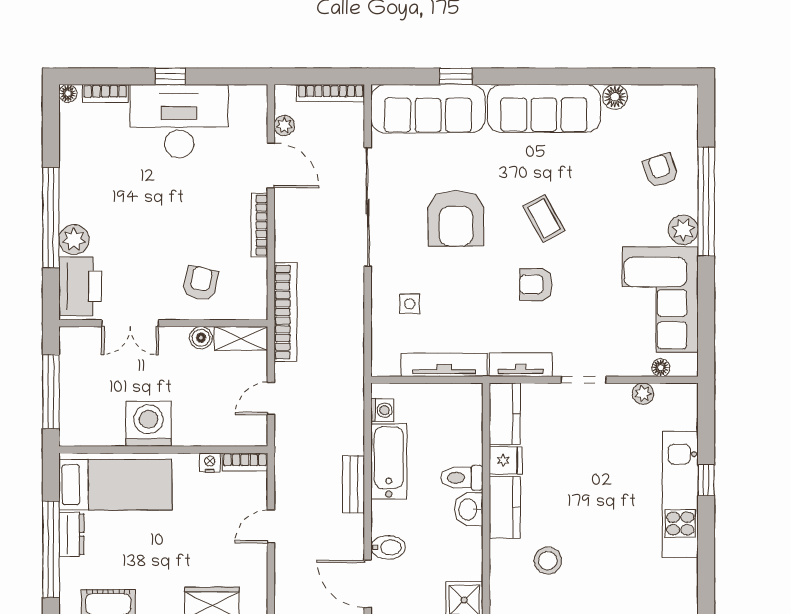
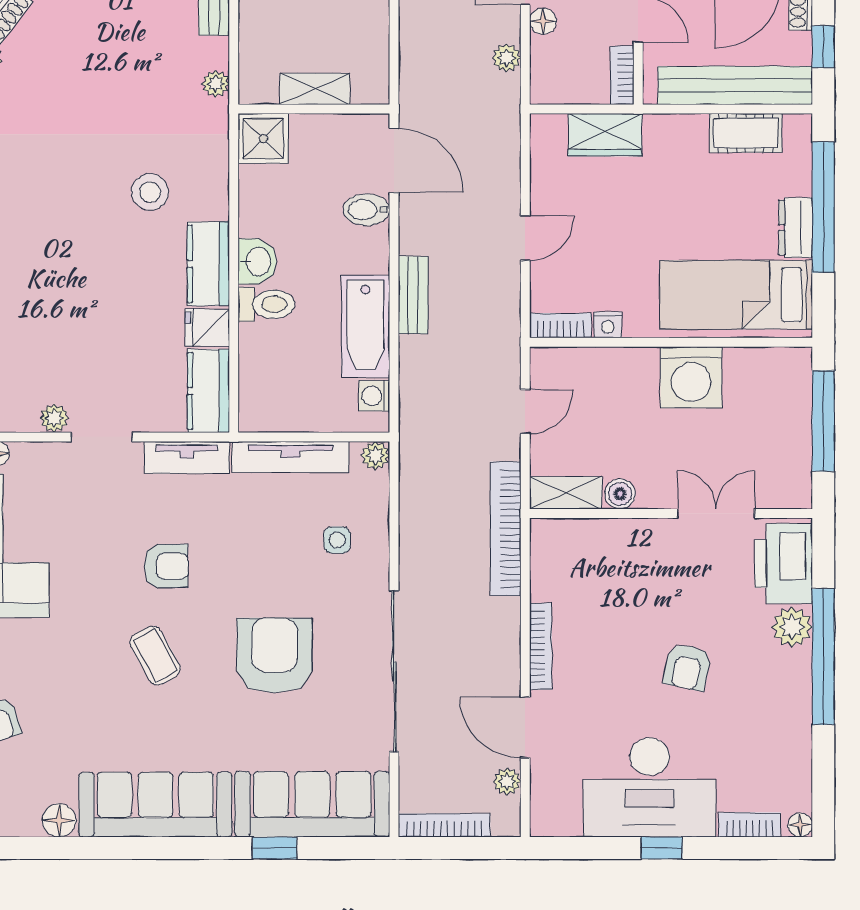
armchair: (200, 283) -> (687, 667), moved
plant: (382, 366) -> (375, 456), added
plant: (643, 394) -> (54, 418), moved

